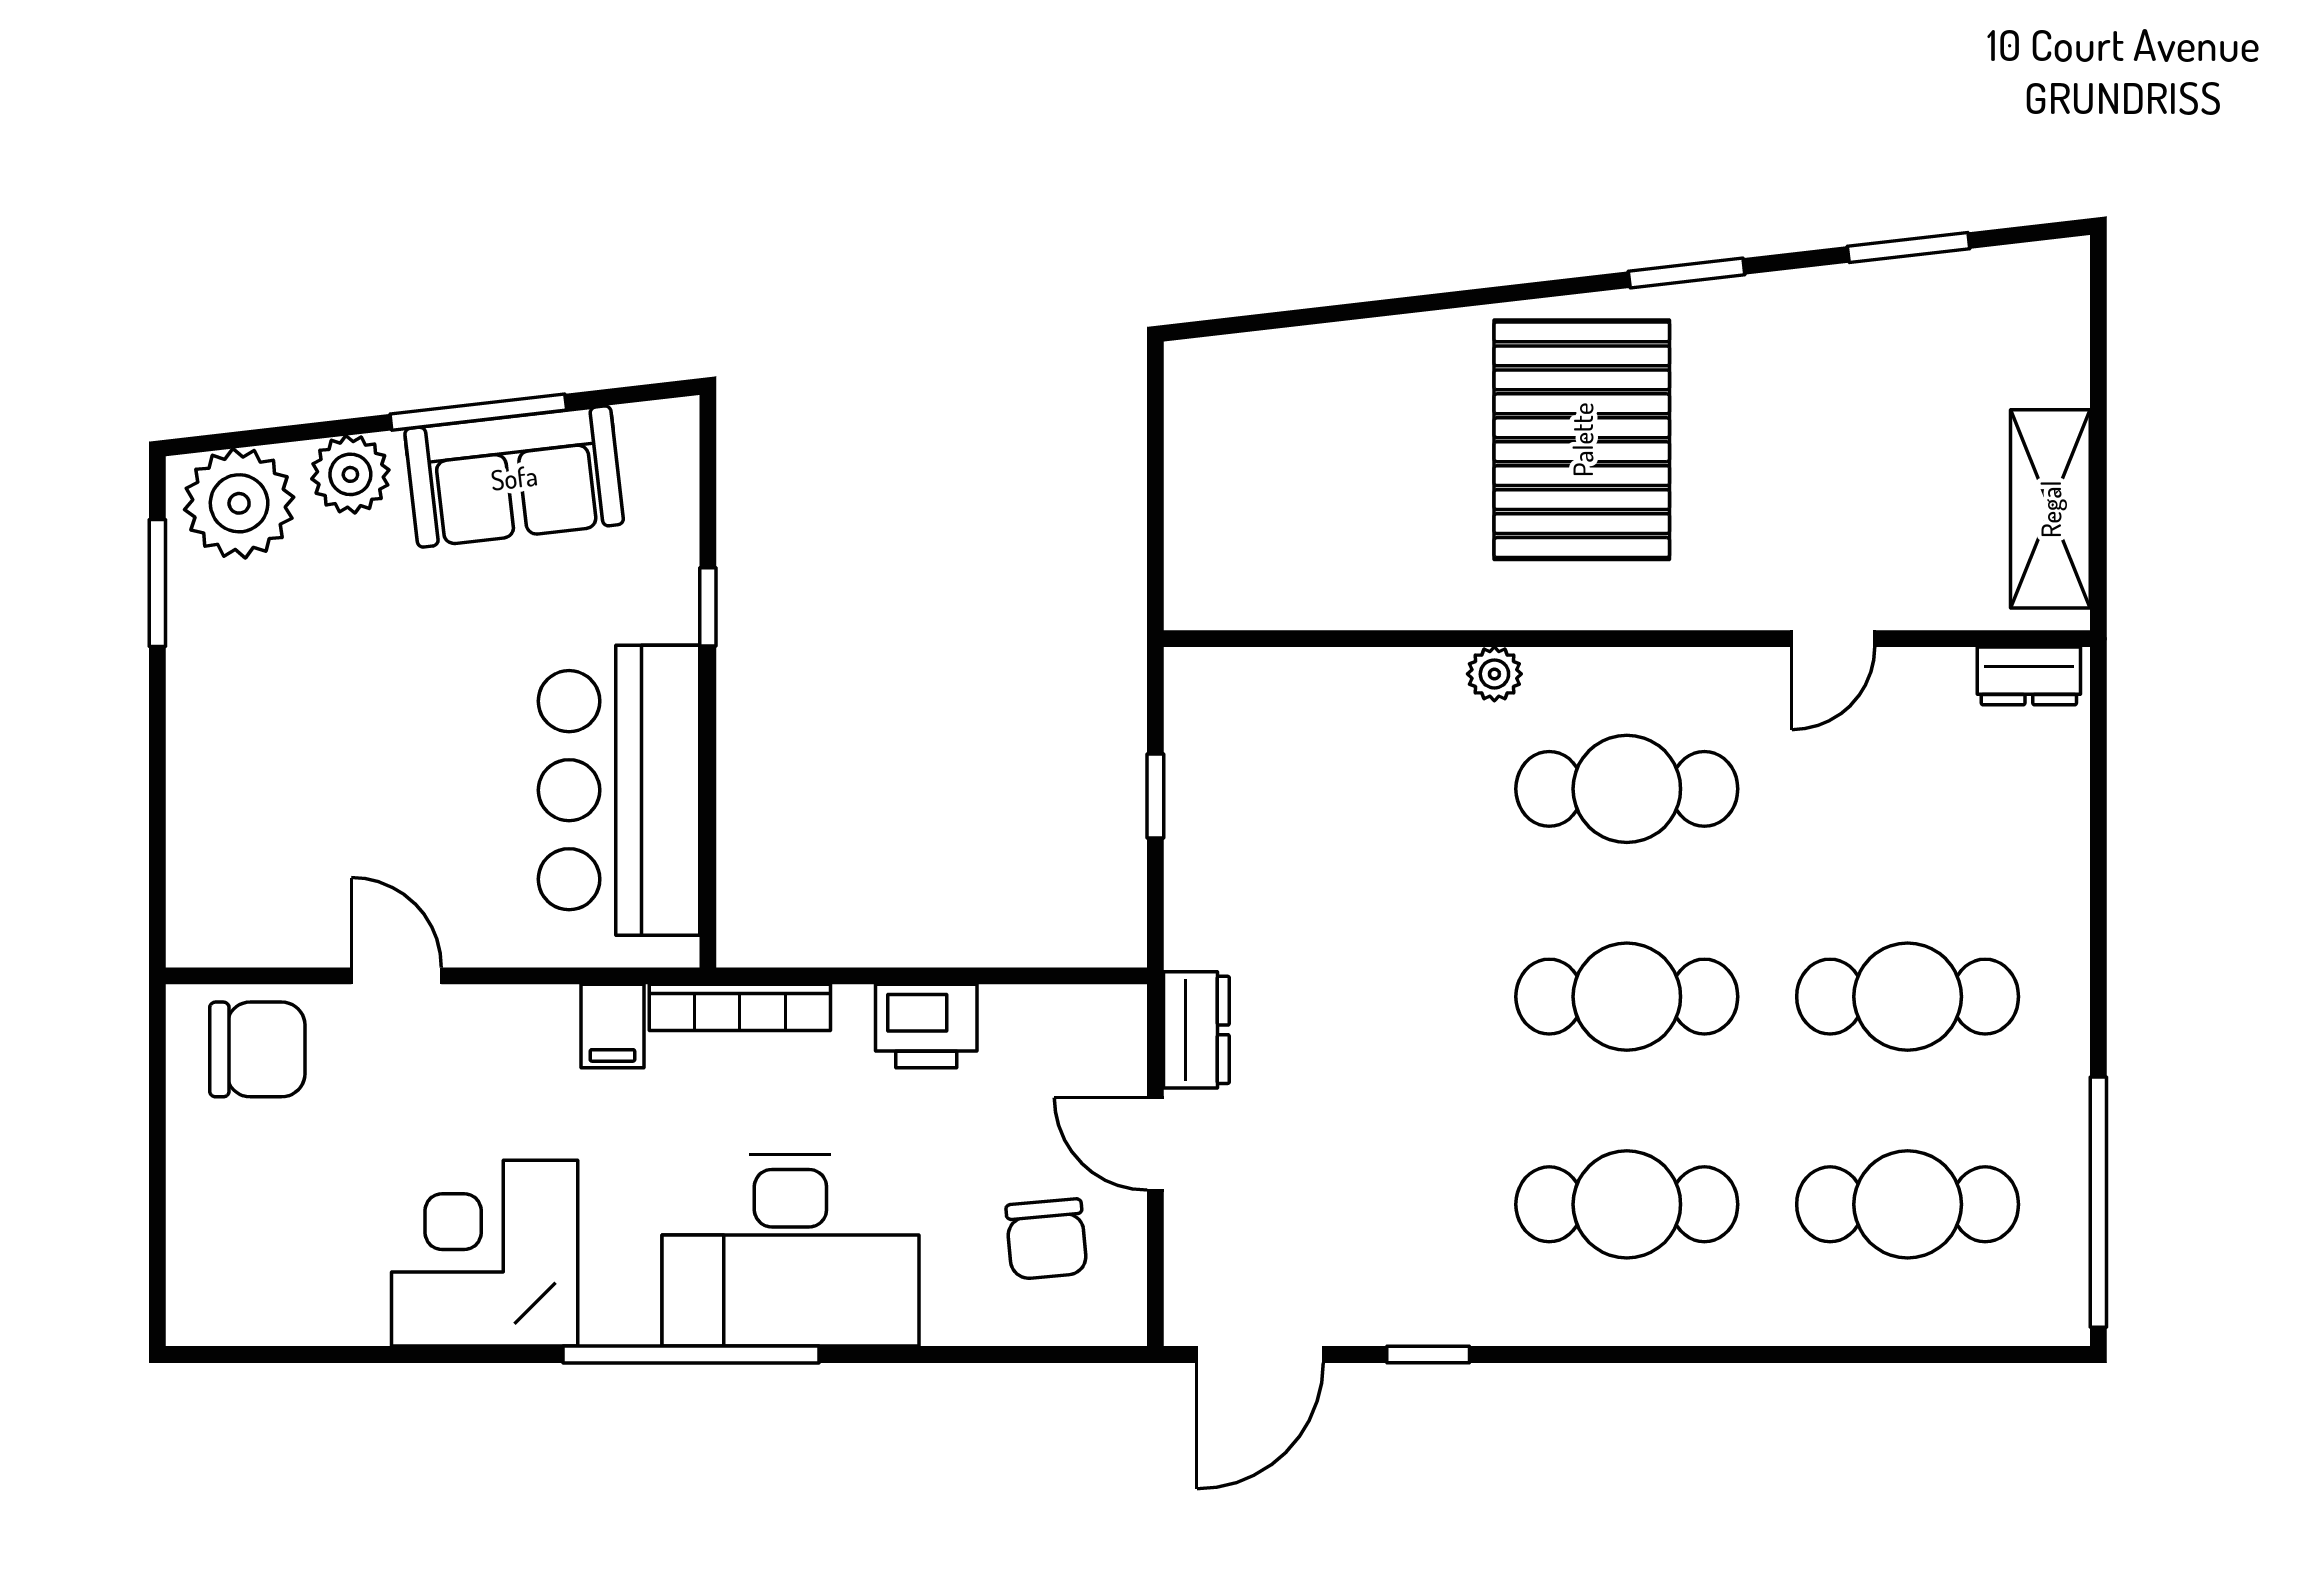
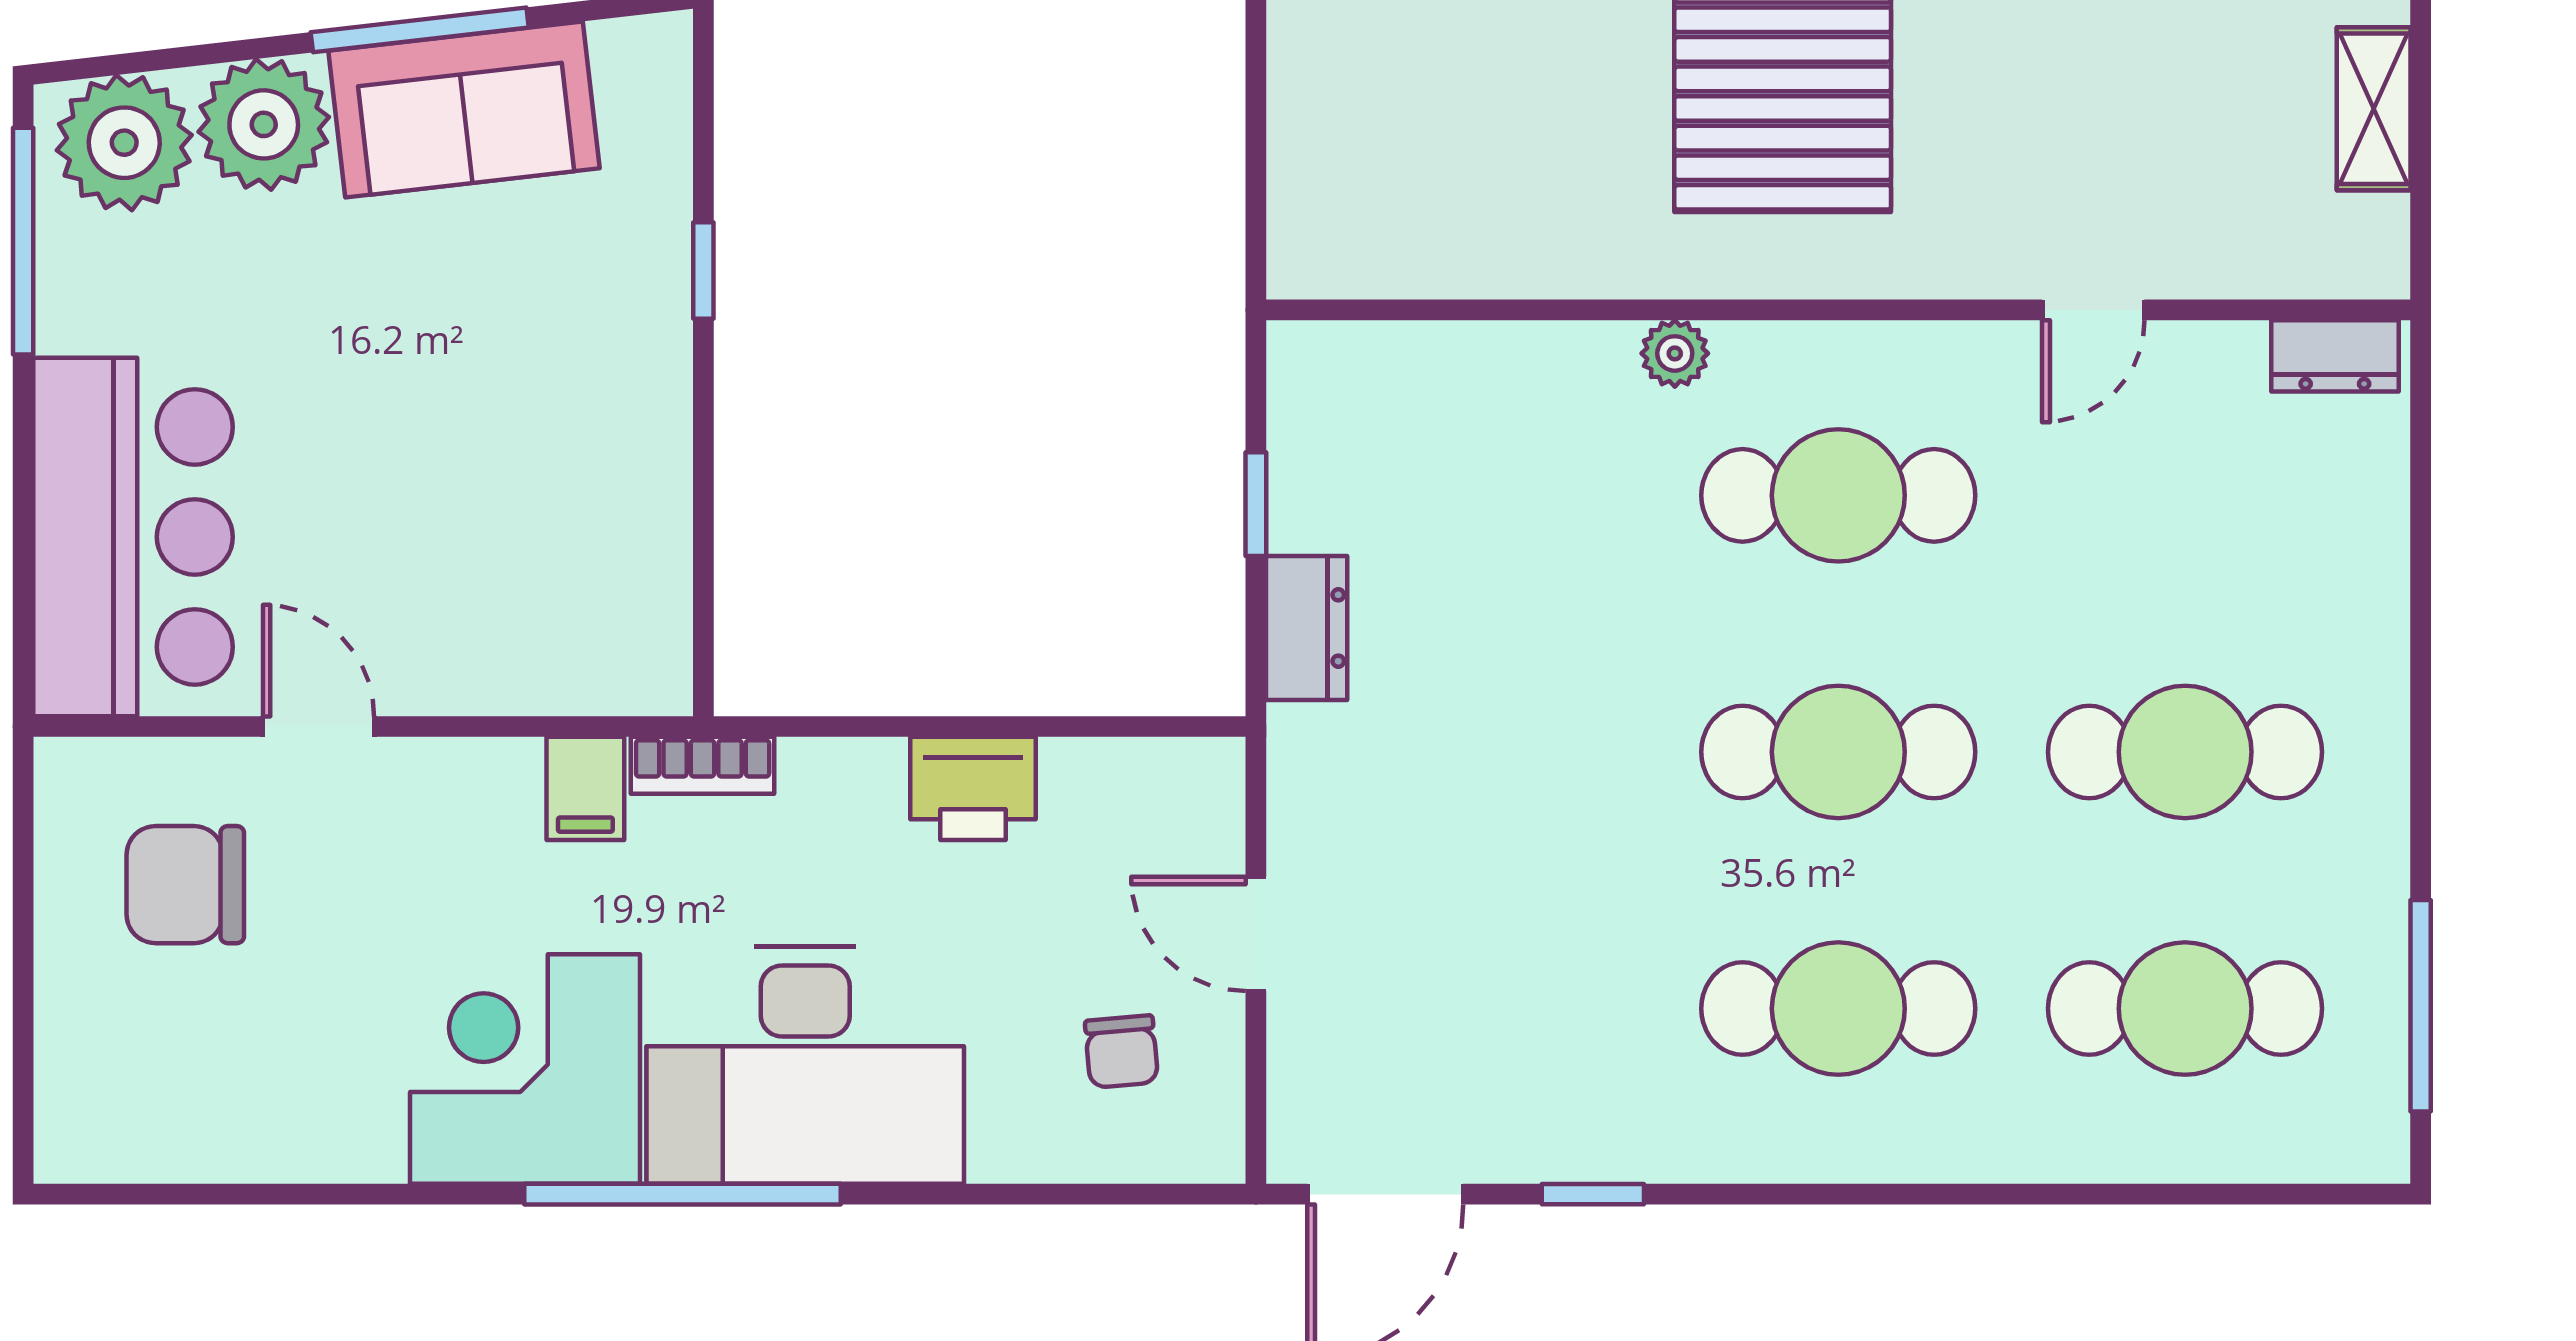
plant: (350, 474) -> (264, 124), width x1.36, depth x1.36
shelving: (2050, 509) -> (2374, 109), width x0.67, depth x0.75
window: (157, 583) -> (23, 241), width x1.44
bar counter: (619, 790) -> (133, 537), moved, turned 180
bookcase: (740, 1007) -> (703, 765), width x0.64
dresser: (1196, 1030) -> (1307, 628), moved
chair: (257, 1049) -> (185, 885), moved, turned 180
window: (2098, 1202) -> (2421, 1006), width x0.68
chair: (1046, 1239) -> (1121, 1052), width x0.73, depth x0.73
corner desk: (485, 1253) -> (525, 1069), moved

